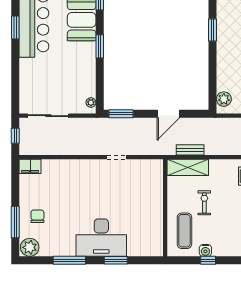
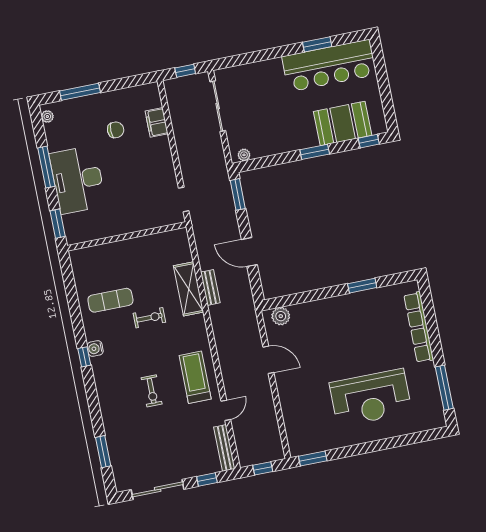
filing cabinet: (30, 166) -> (157, 122), moved
wall: (165, 208) -> (127, 236), moved
chair: (37, 216) -> (116, 130), moved
desk: (101, 238) -> (78, 180), moved
plant: (30, 247) -> (47, 117), width x0.53, depth x0.53
water cooler: (205, 250) -> (95, 349), moved
window: (208, 260) -> (84, 357), moved

